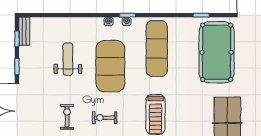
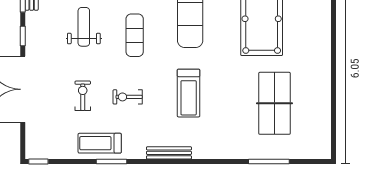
exercise mat: (110, 66) -> (135, 35), width x0.50, depth x0.69

